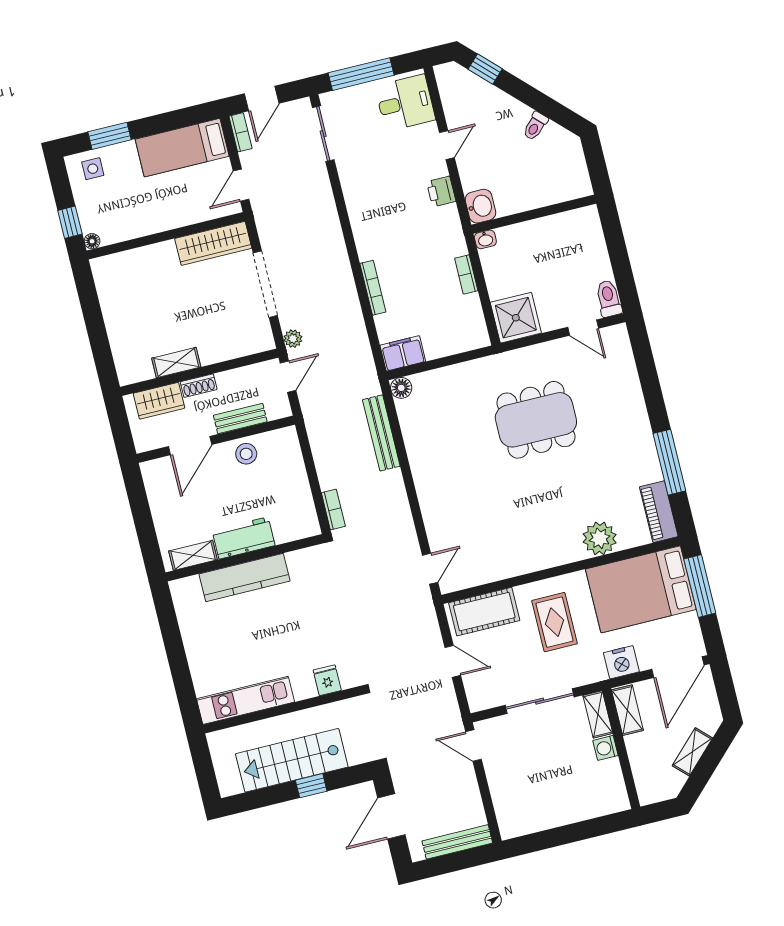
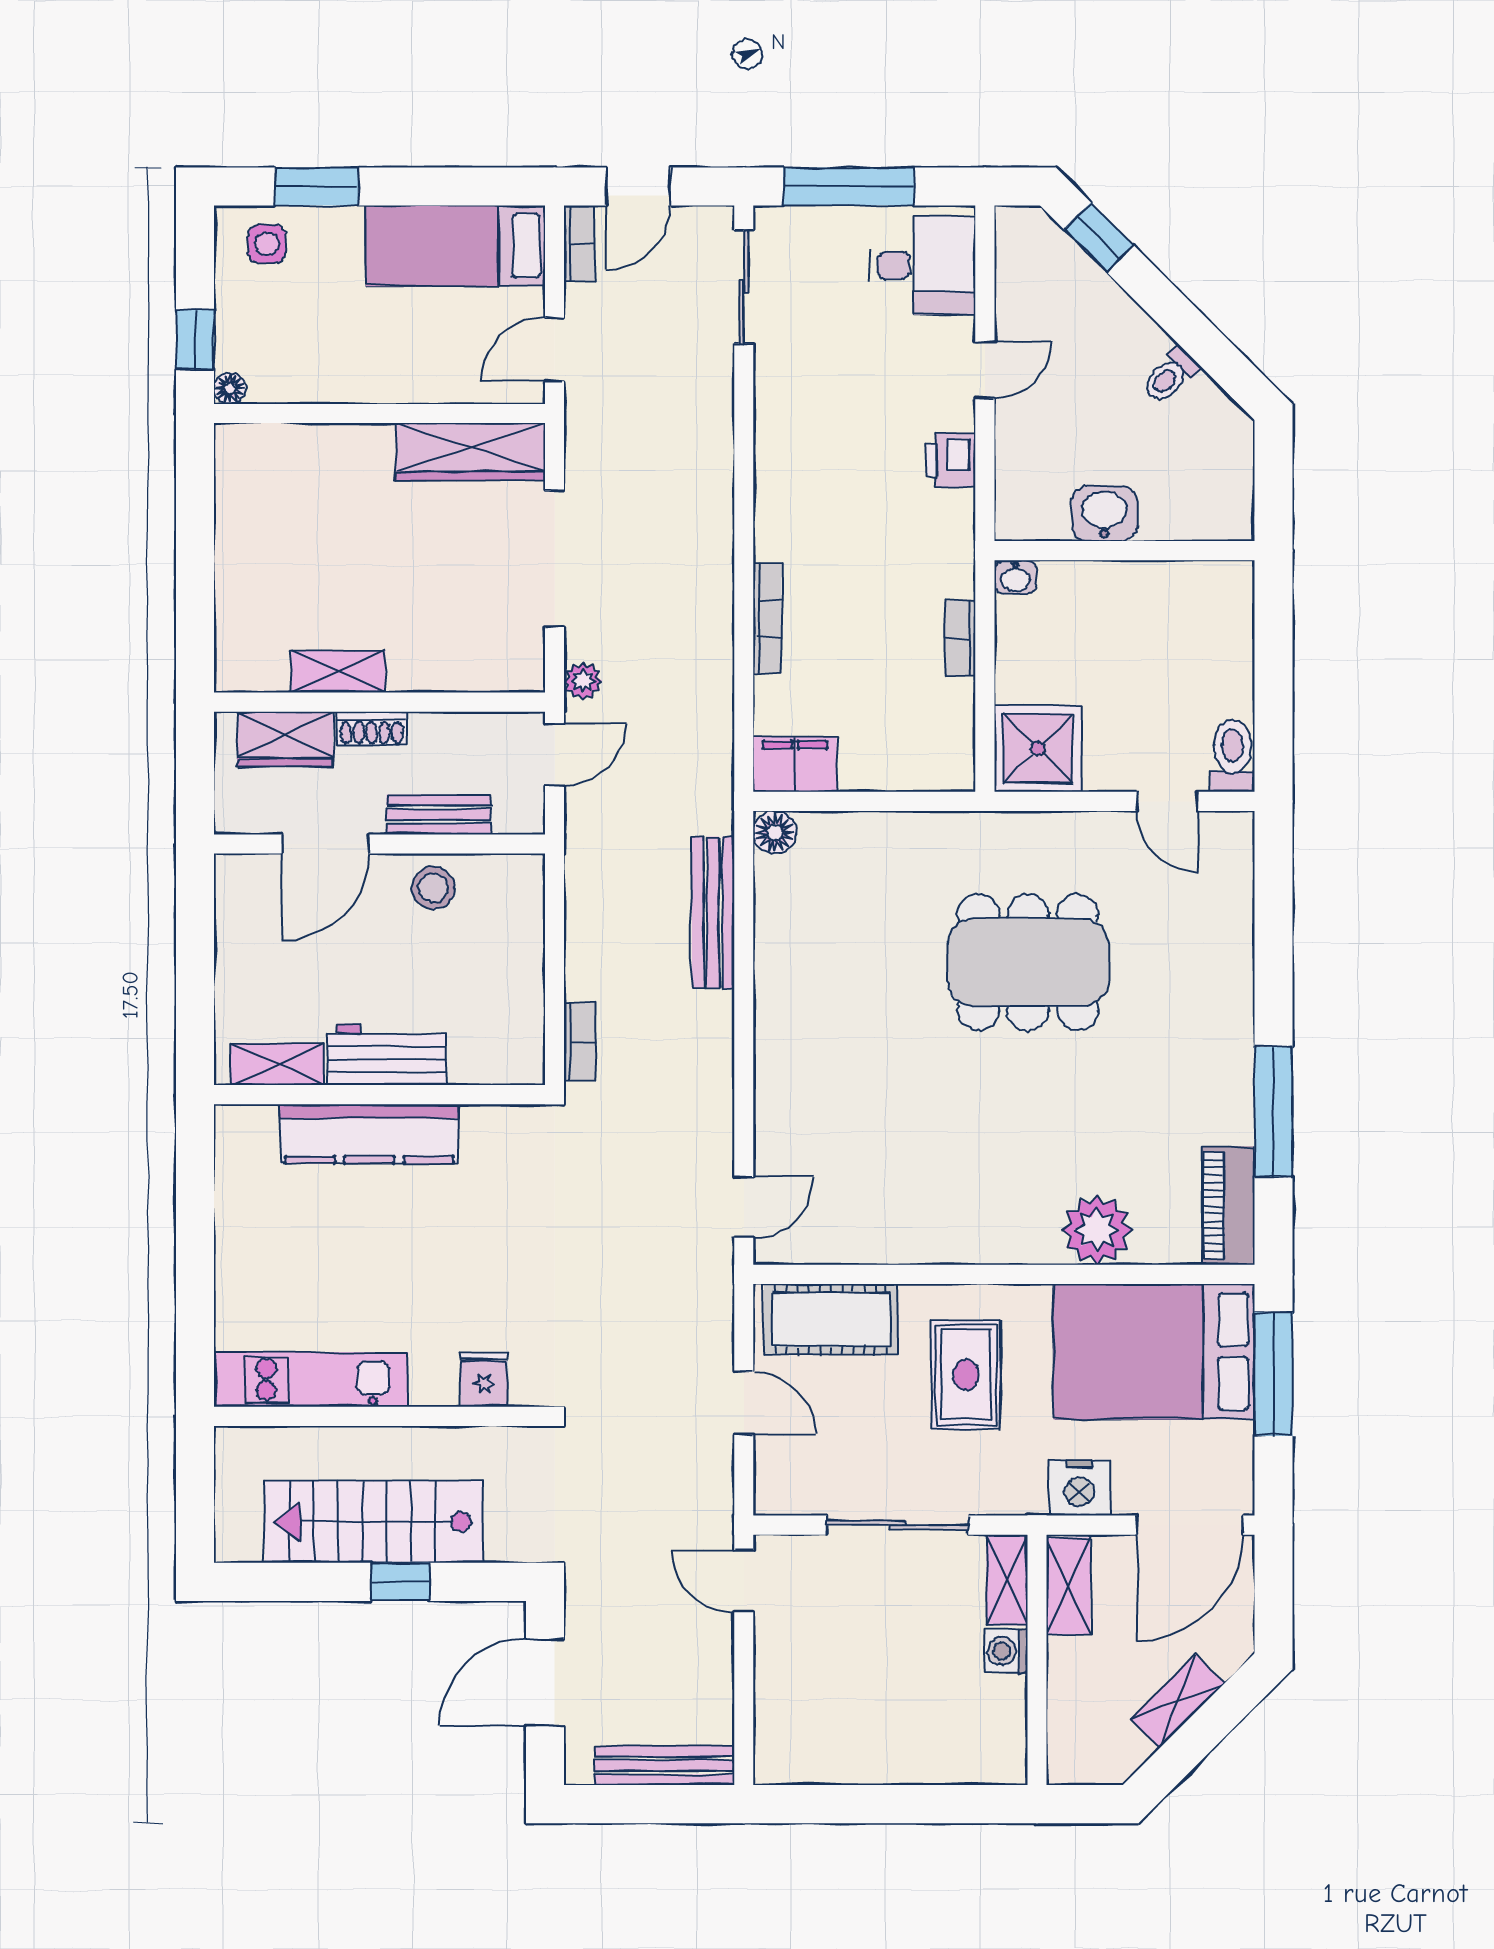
washbasin: (480, 206) -> (1104, 514), moved, turned -90

